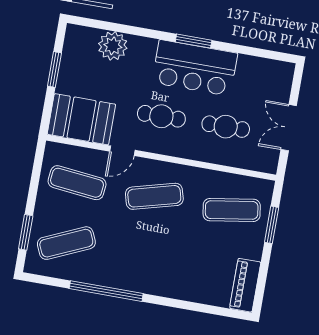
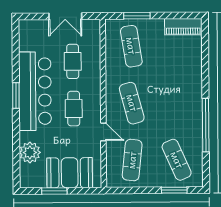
bar counter: (195, 68) -> (35, 91), width x1.36
booth: (81, 119) -> (70, 173), moved, turned 90

